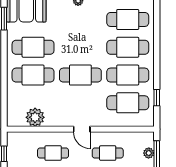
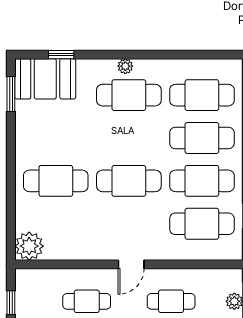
cafe table: (33, 47) -> (129, 95), moved
plant: (35, 117) -> (29, 246), moved
door: (82, 129) -> (131, 264), hinge flipped

